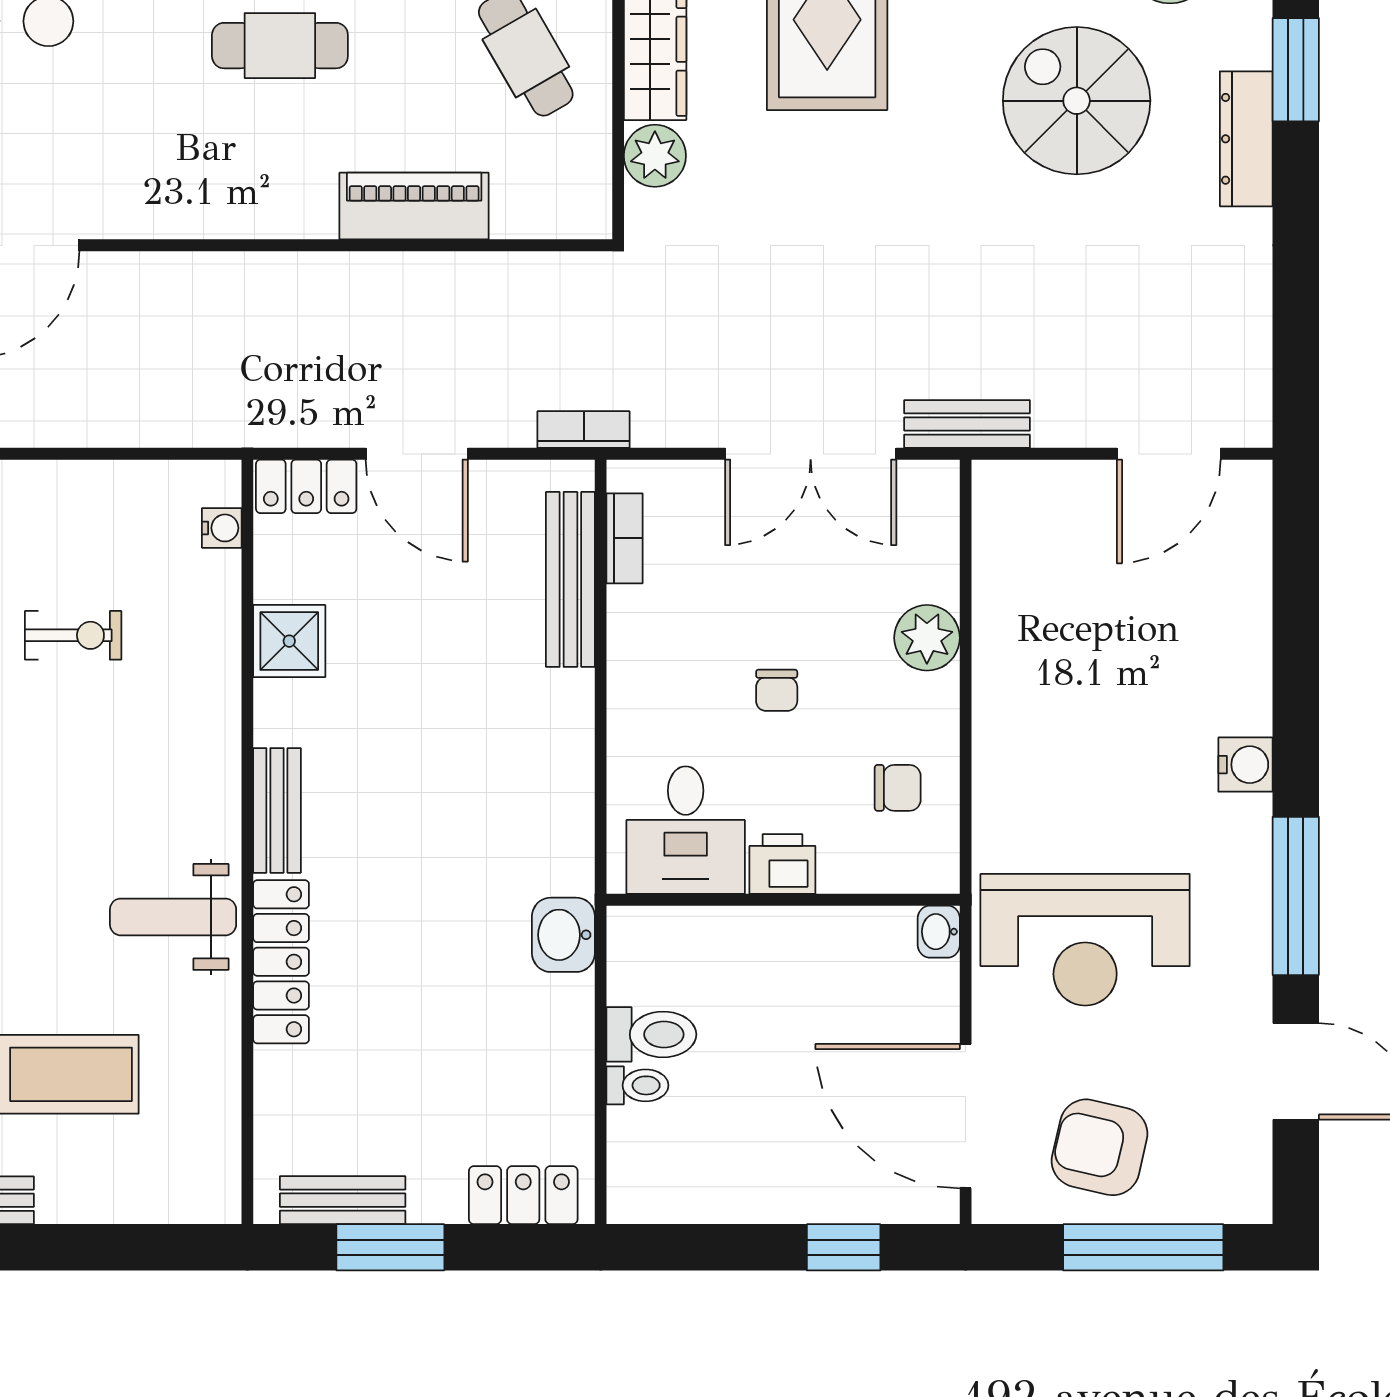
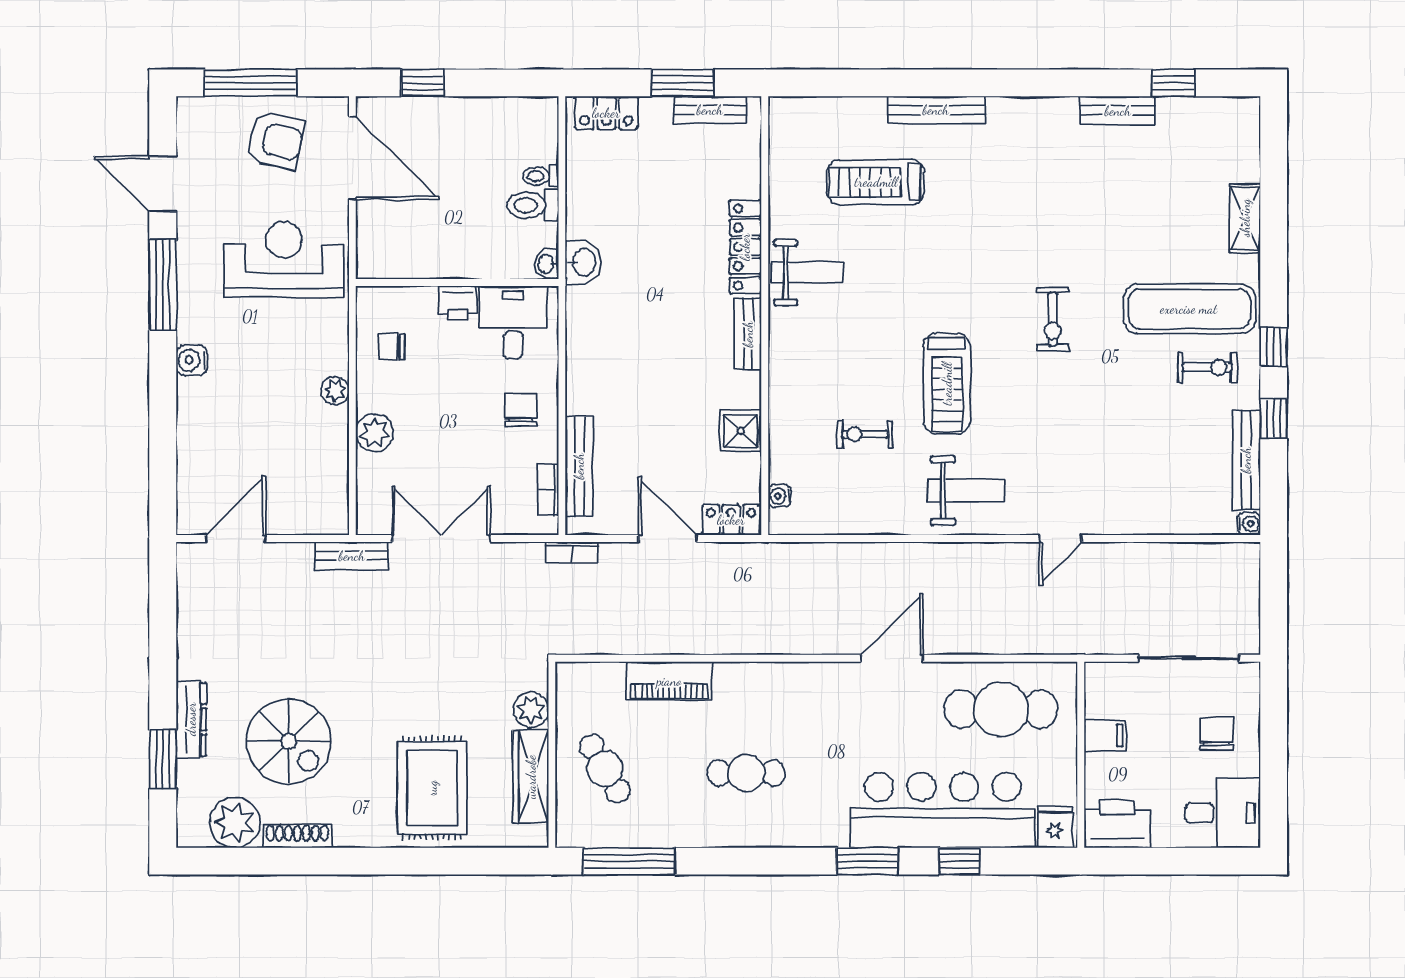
chair: (777, 690) -> (521, 410), moved, width x1.37, depth x1.37
plant: (996, 711) -> (335, 391), added
washbasin: (939, 932) -> (546, 264), moved, turned 180

